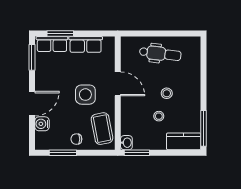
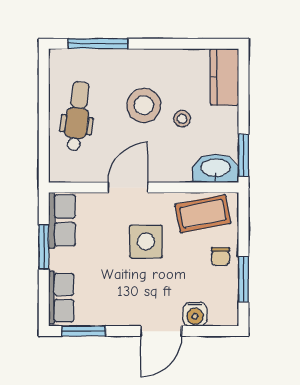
window: (60, 34) -> (44, 247), moved
row of seats: (86, 44) -> (62, 220), moved
stool: (167, 93) -> (144, 105), width x1.89, depth x1.89
door: (32, 104) -> (161, 331), swing flipped
window: (203, 128) -> (98, 44), moved
washbasin: (126, 143) -> (216, 168), width x1.91, depth x1.45

